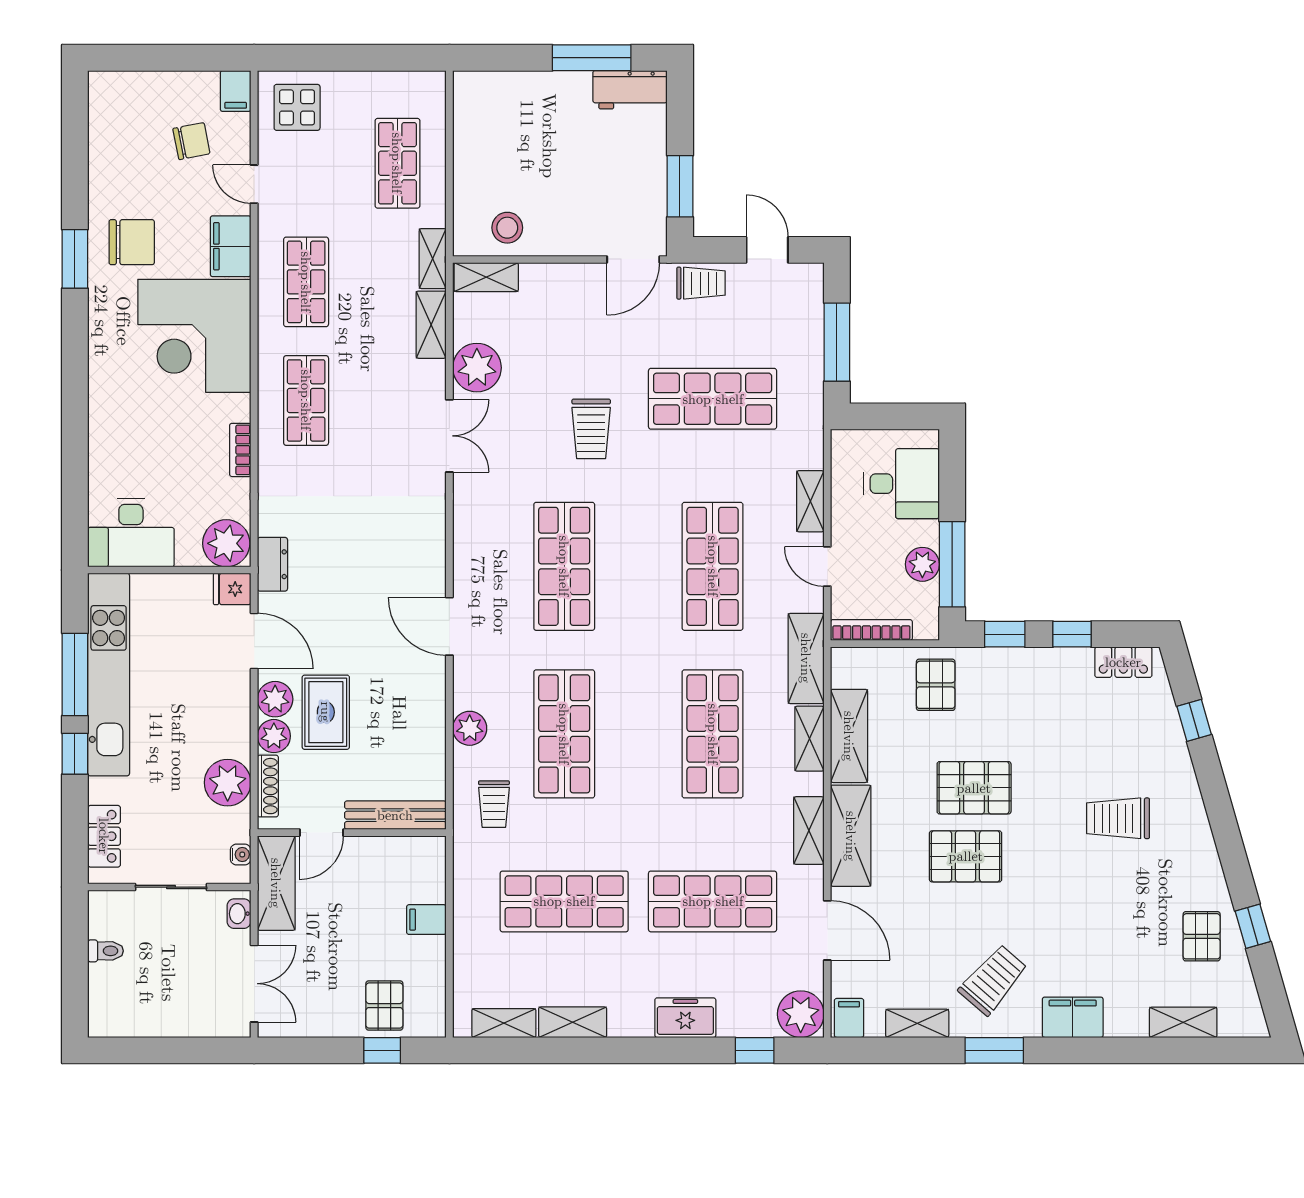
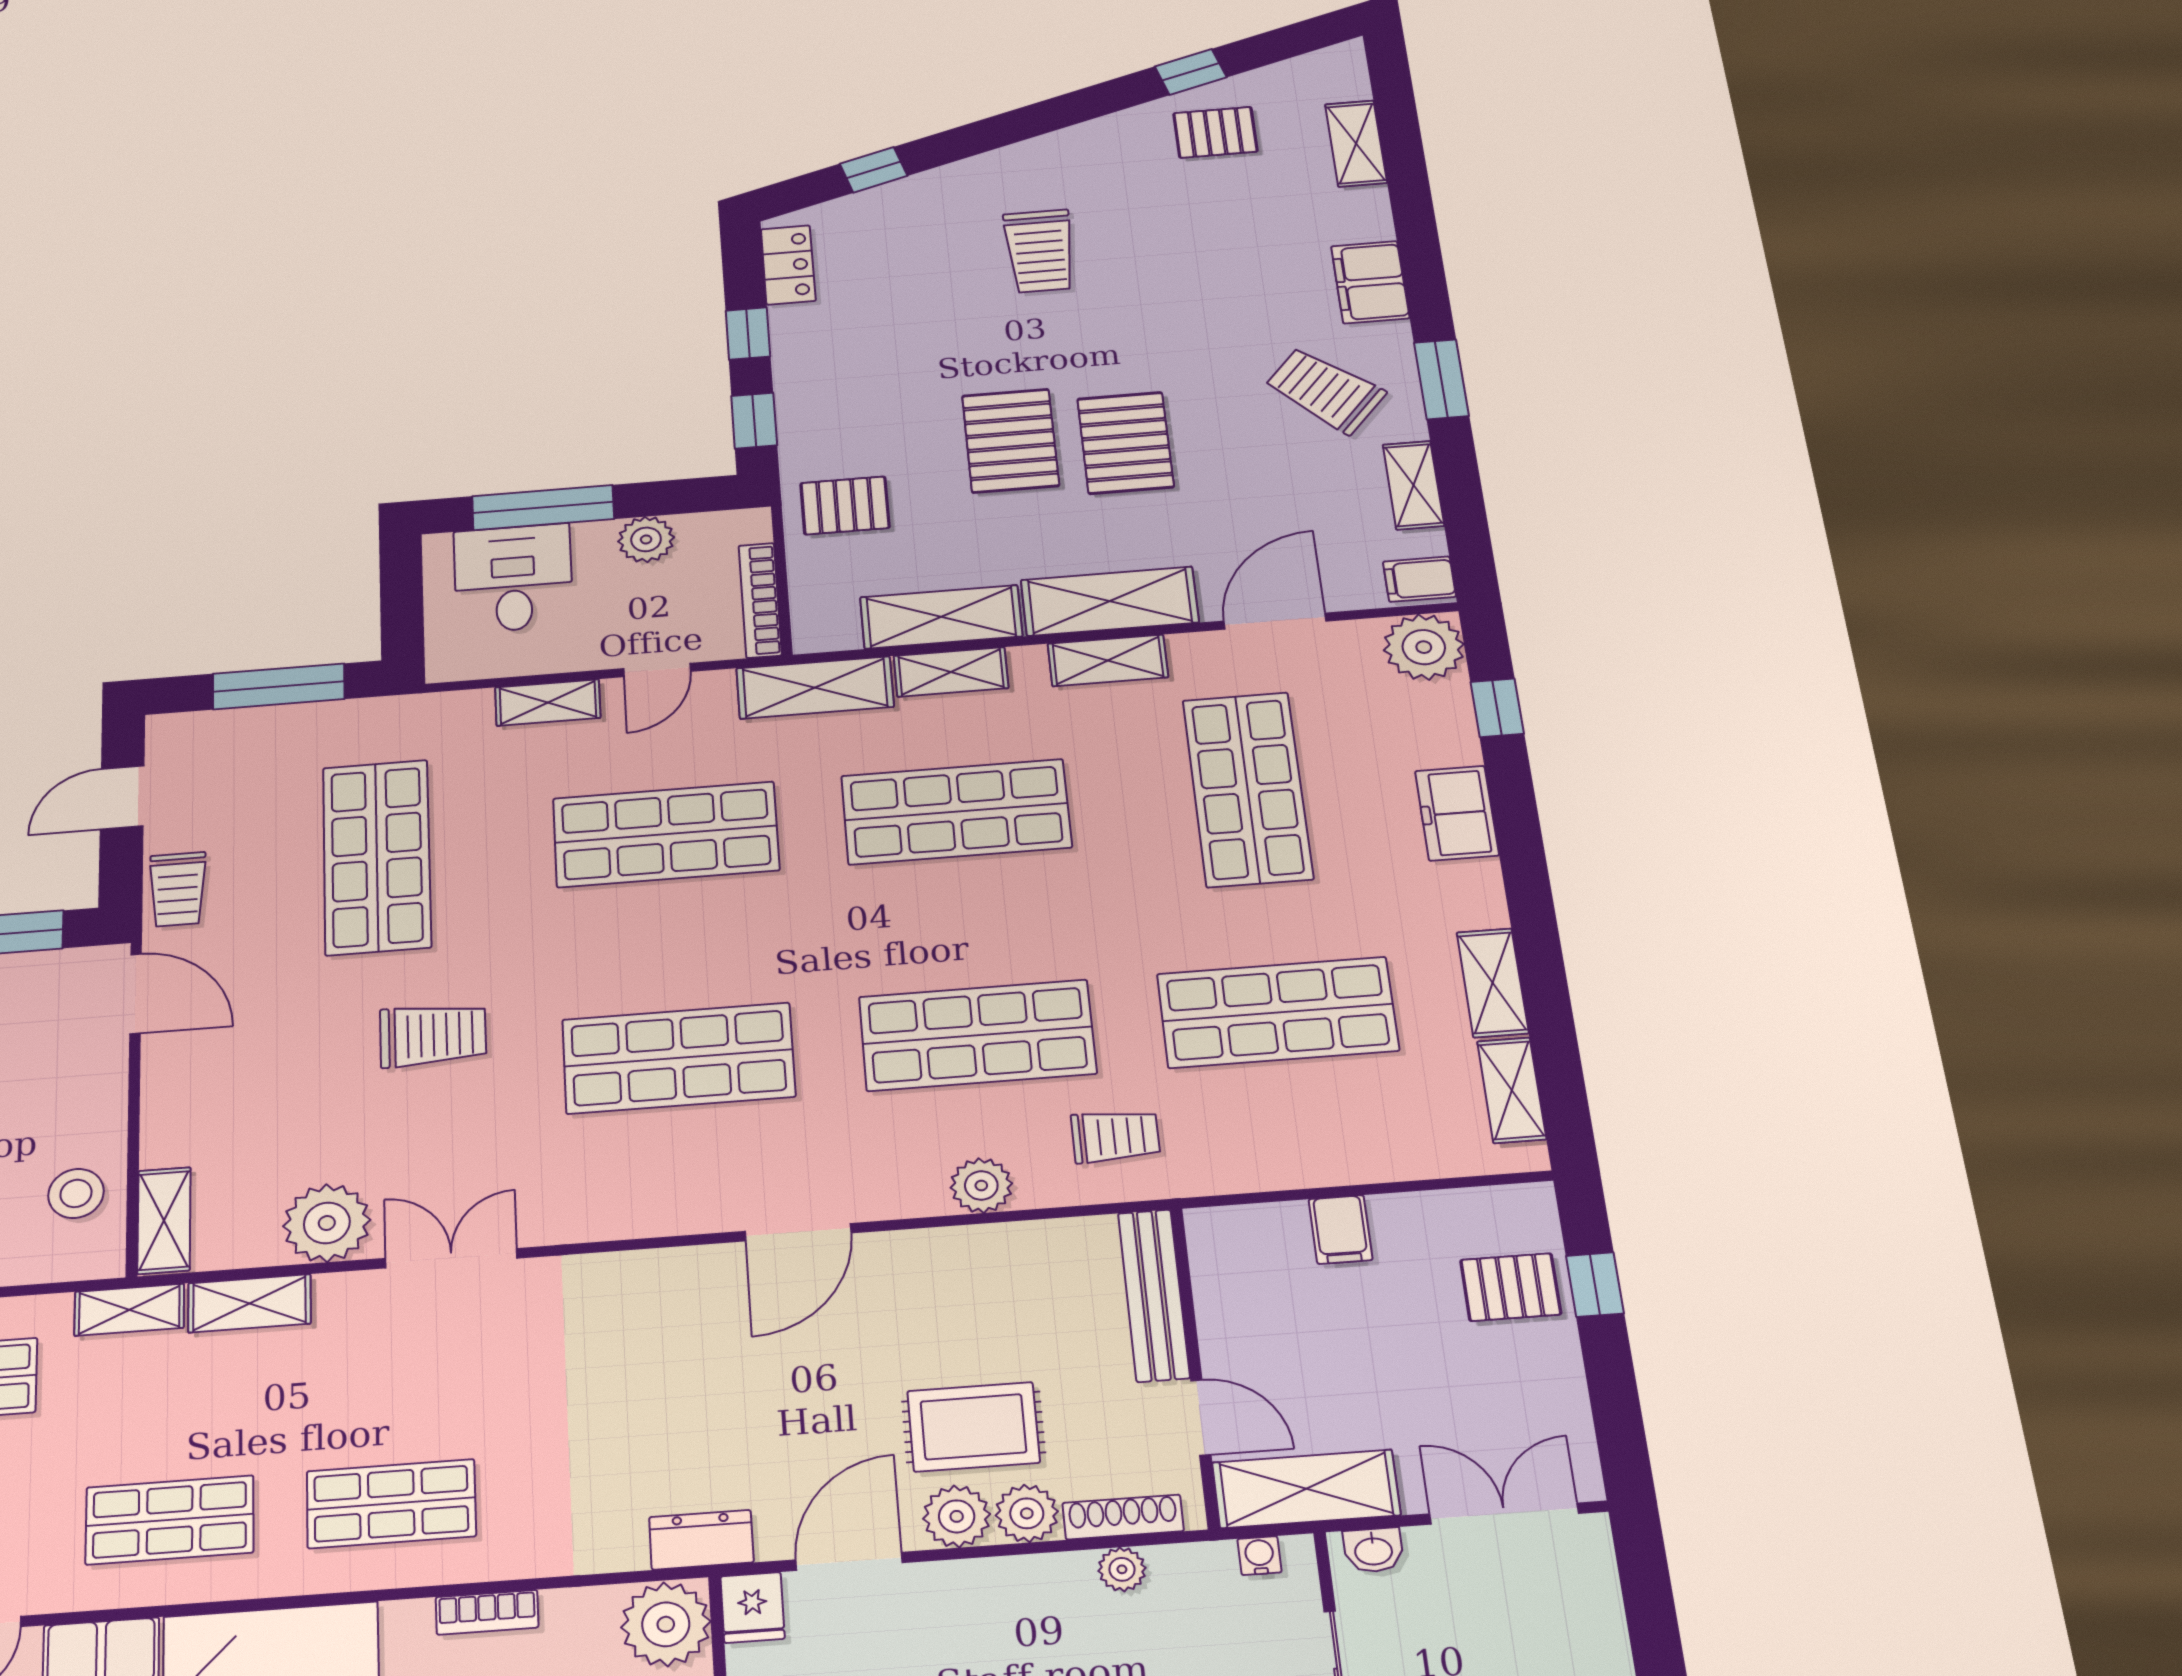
trolley: (701, 283) -> (178, 889), turned 180
window: (952, 564) -> (543, 507), moved
plant: (228, 783) -> (1122, 1569), width x0.53, depth x0.53
shop shelf: (564, 901) -> (1278, 1012), turned 90

